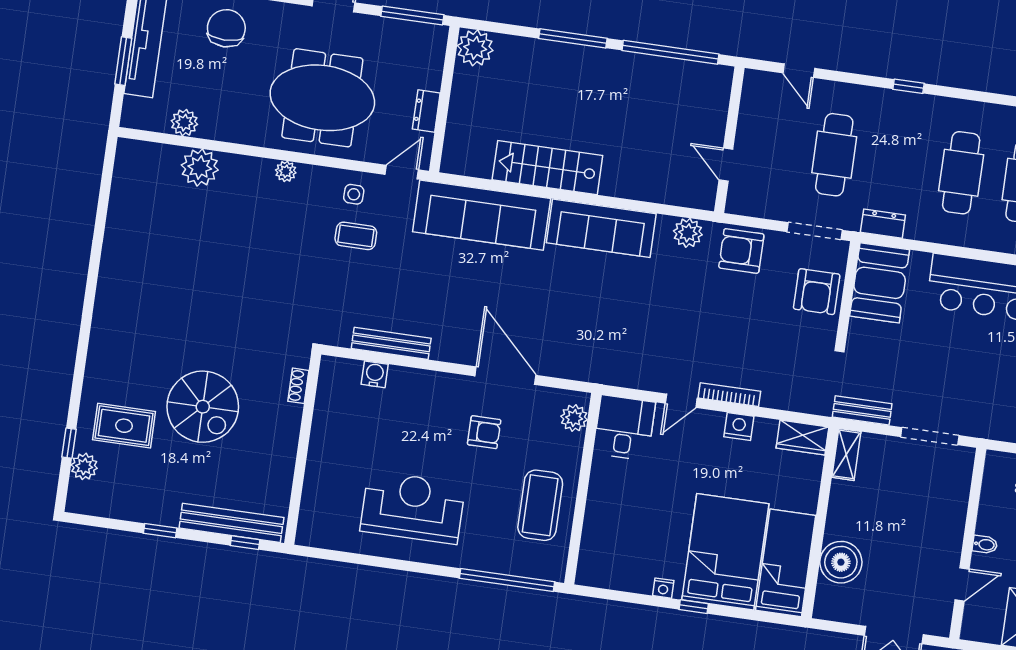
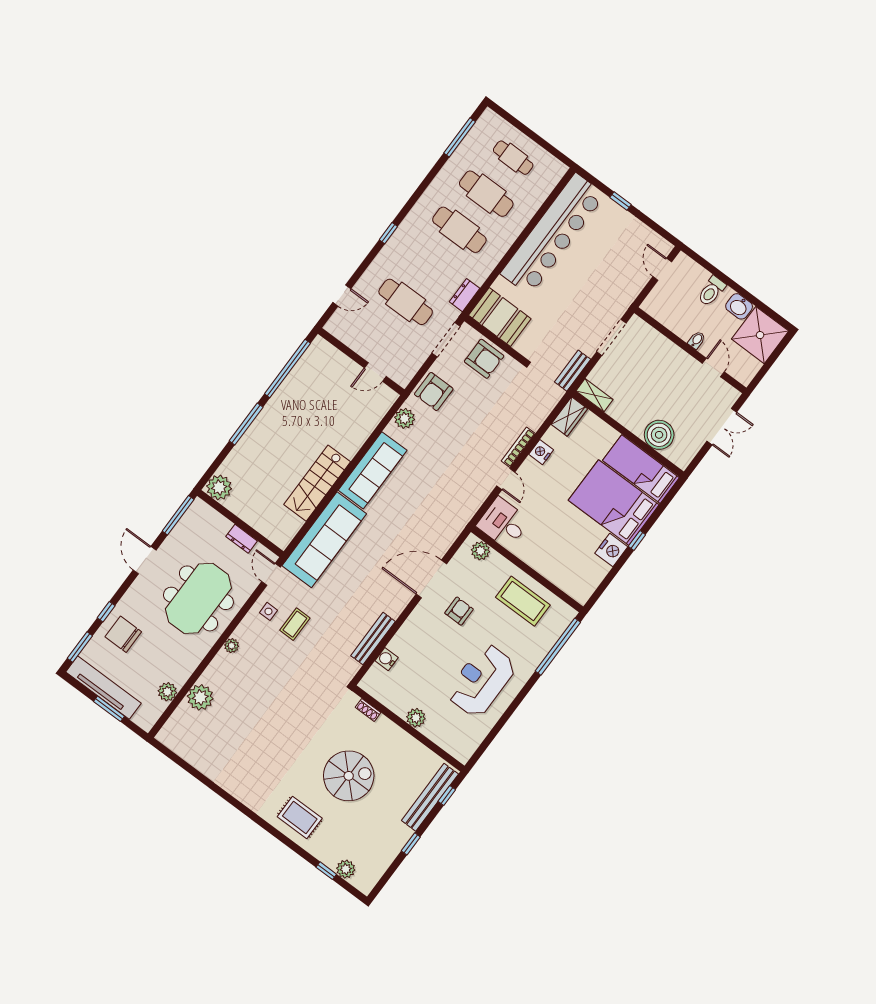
rug: (124, 426) -> (300, 817), moved, turned 90
plant: (321, 451) -> (416, 718), added
nightstand: (663, 588) -> (611, 550), width x1.89, depth x1.79

